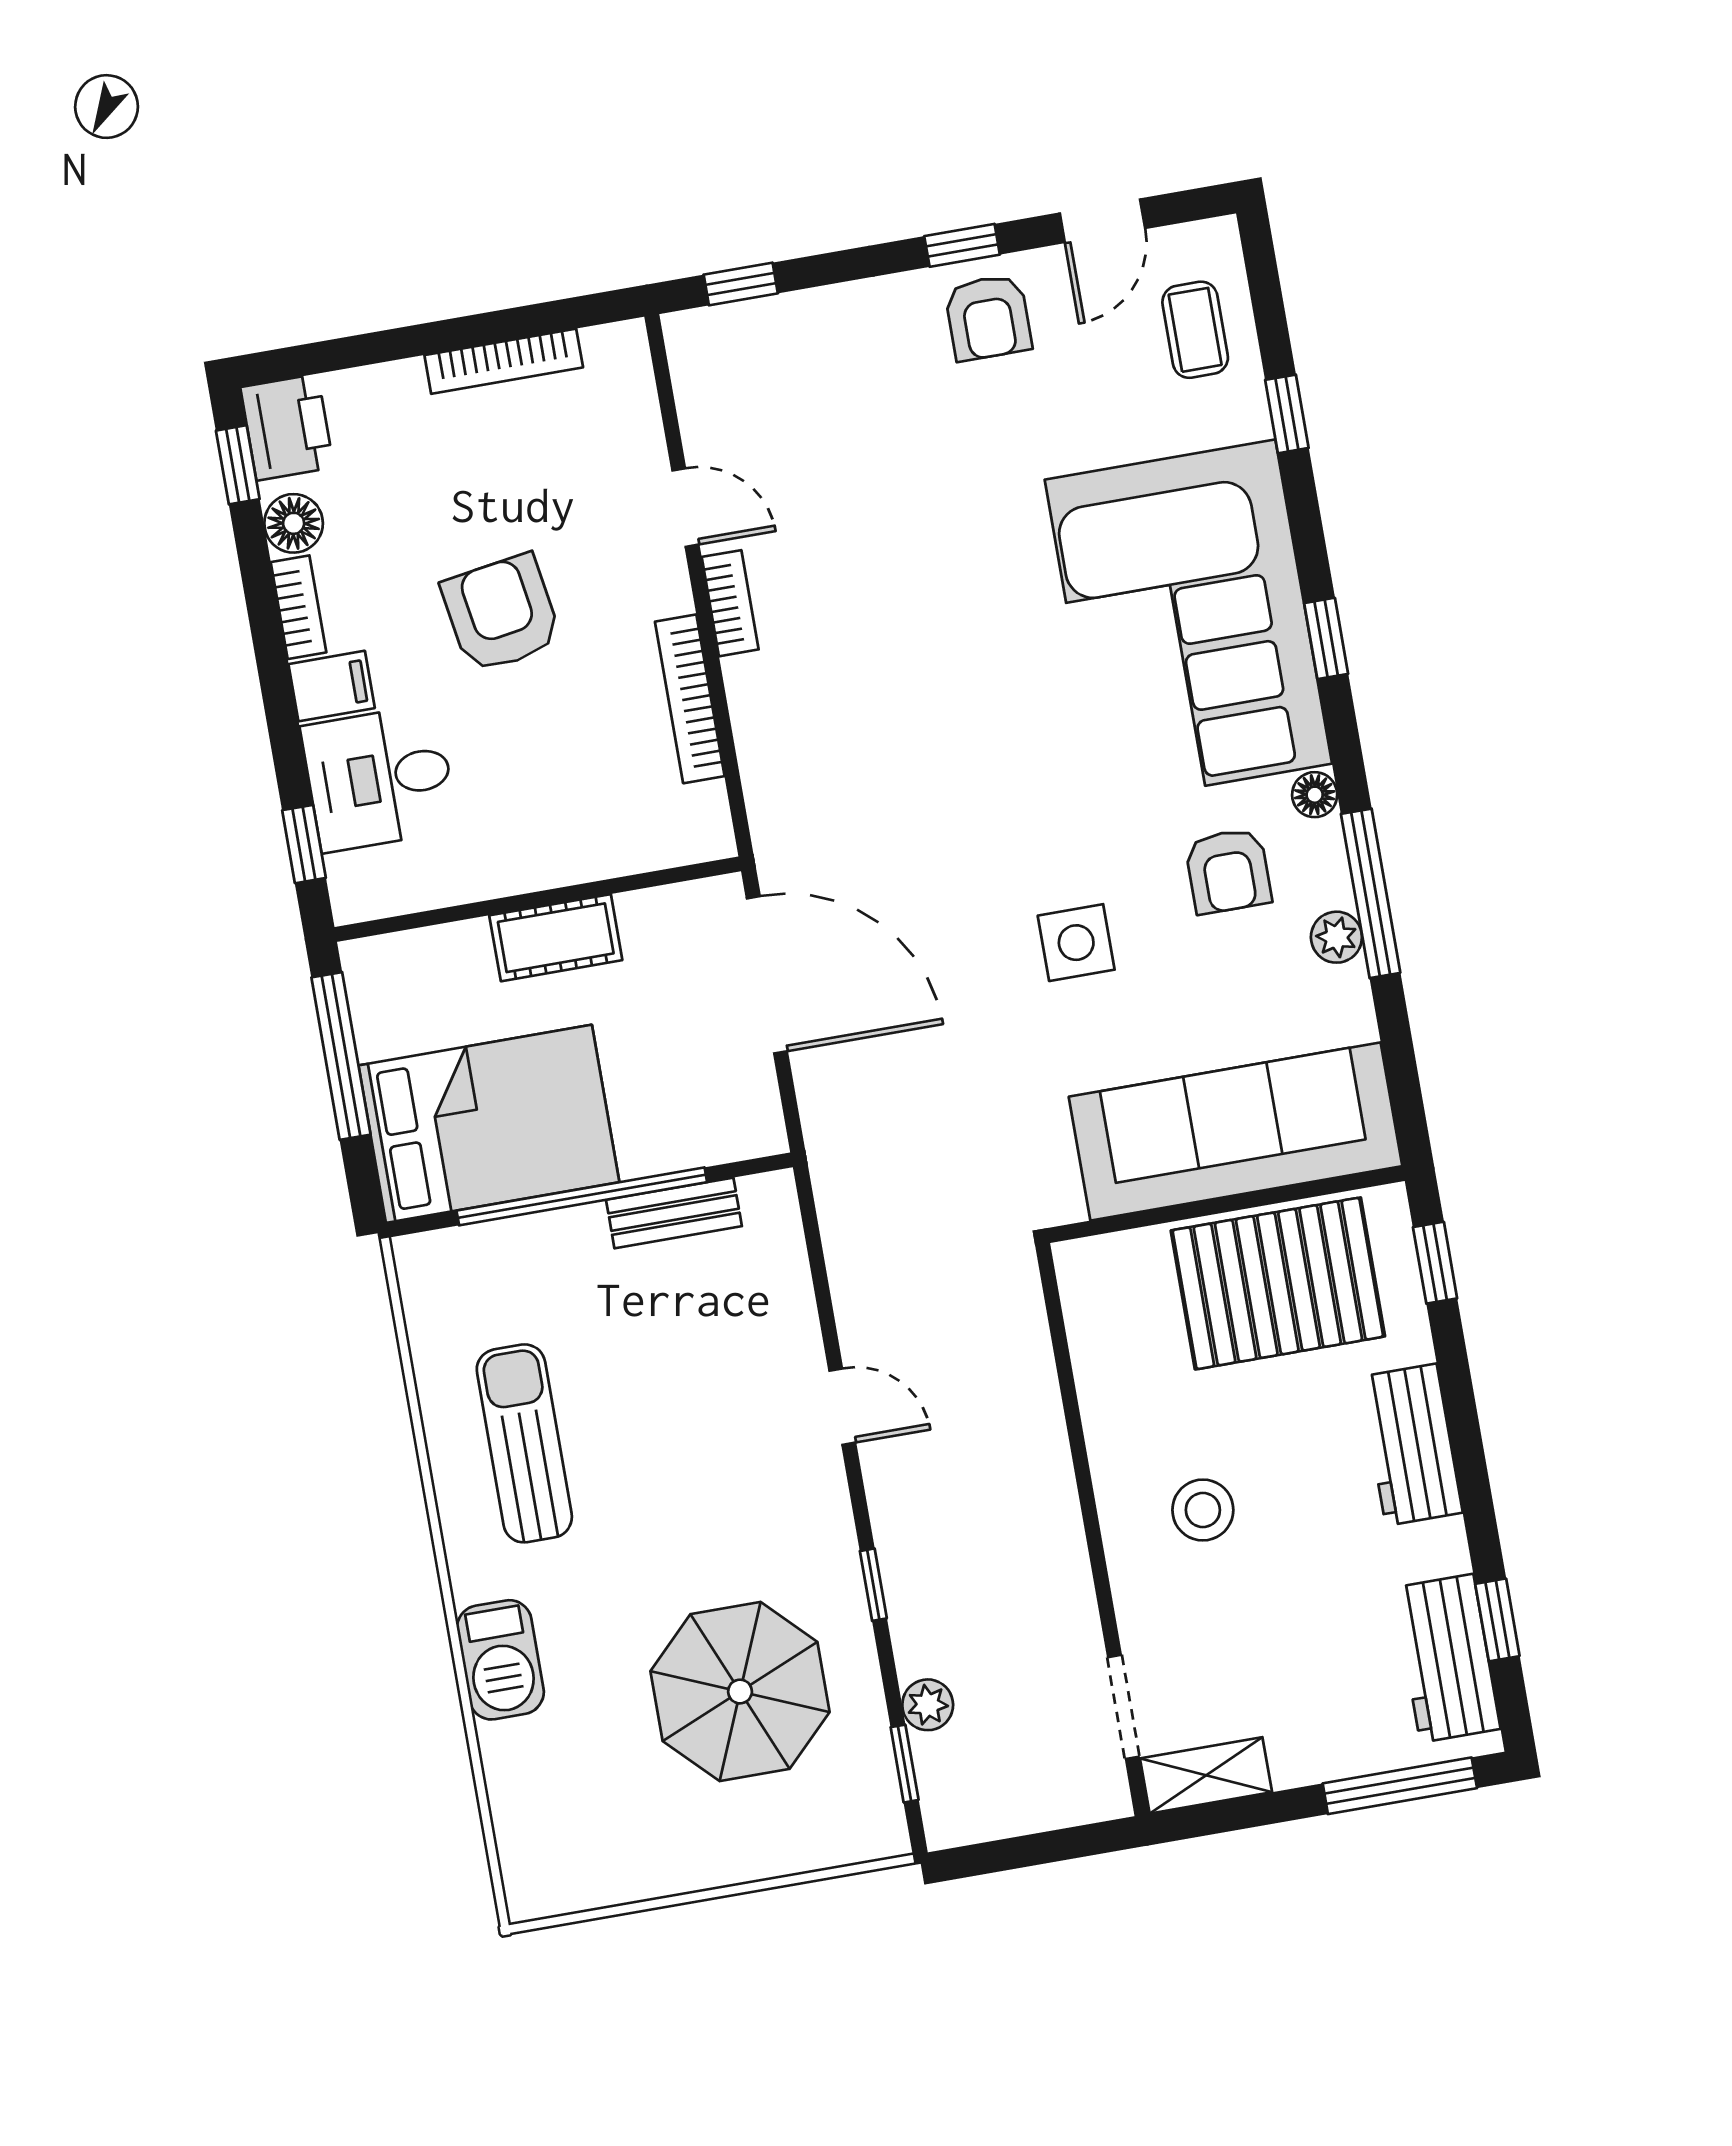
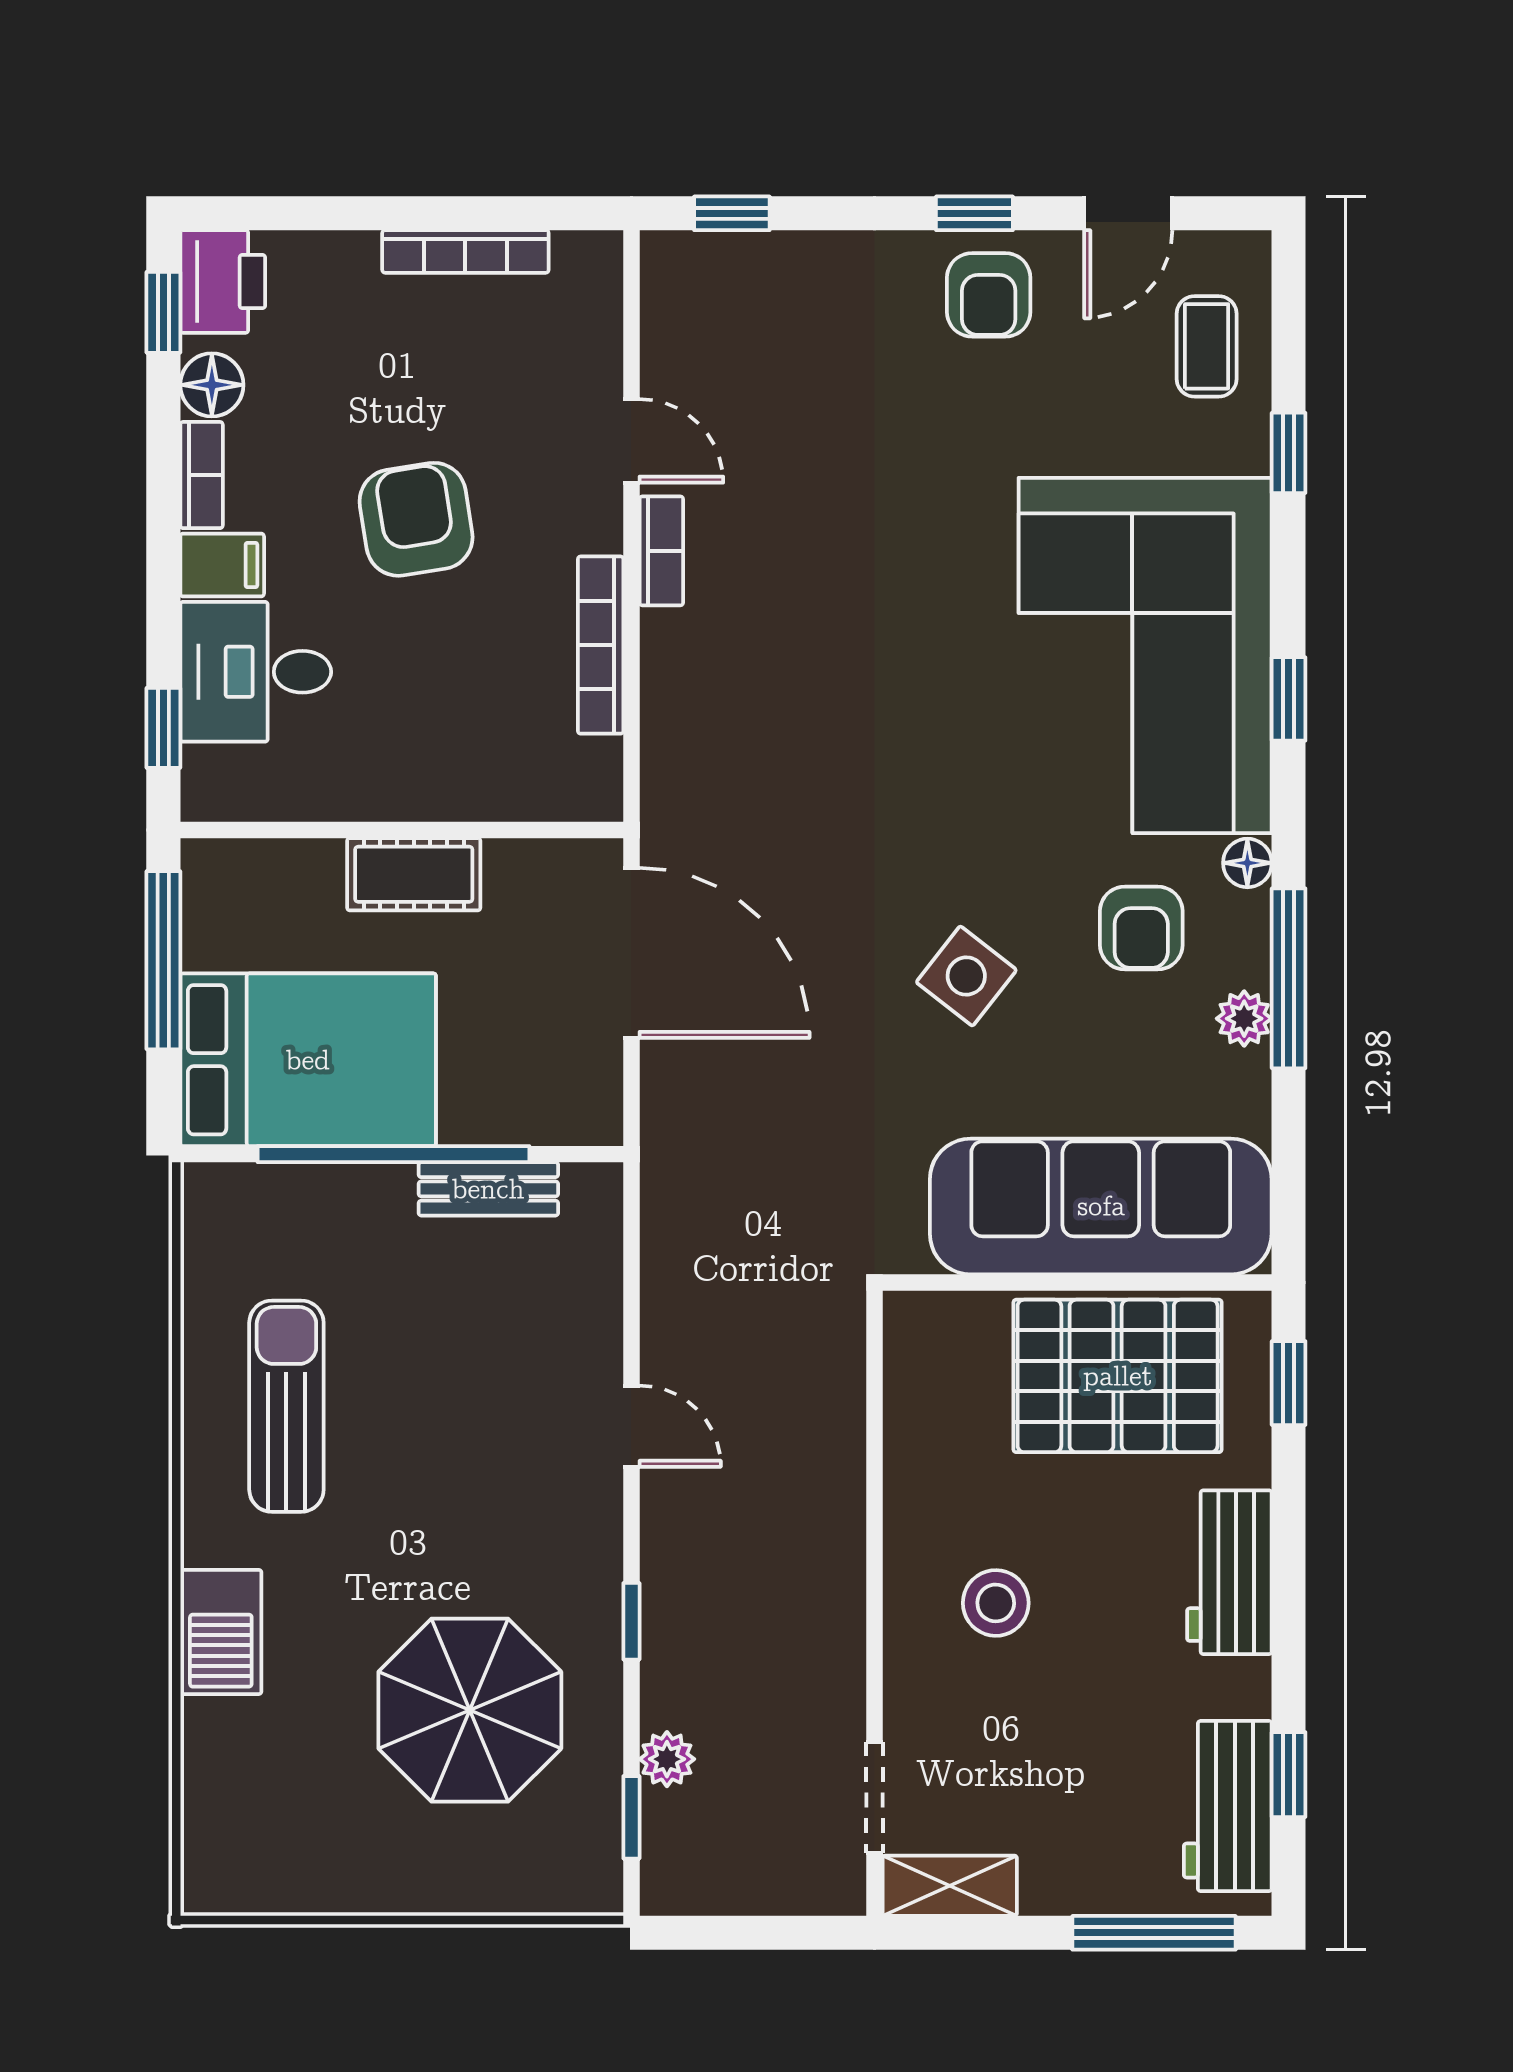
side table: (1076, 943) -> (966, 976), turned 38

